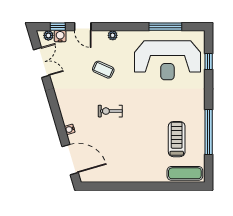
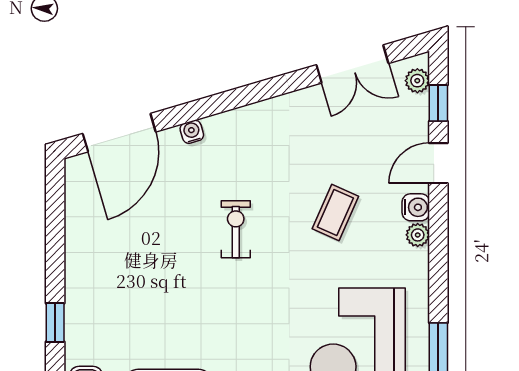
water cooler: (60, 36) -> (416, 207), moved
window: (149, 186) -> (55, 323), added

